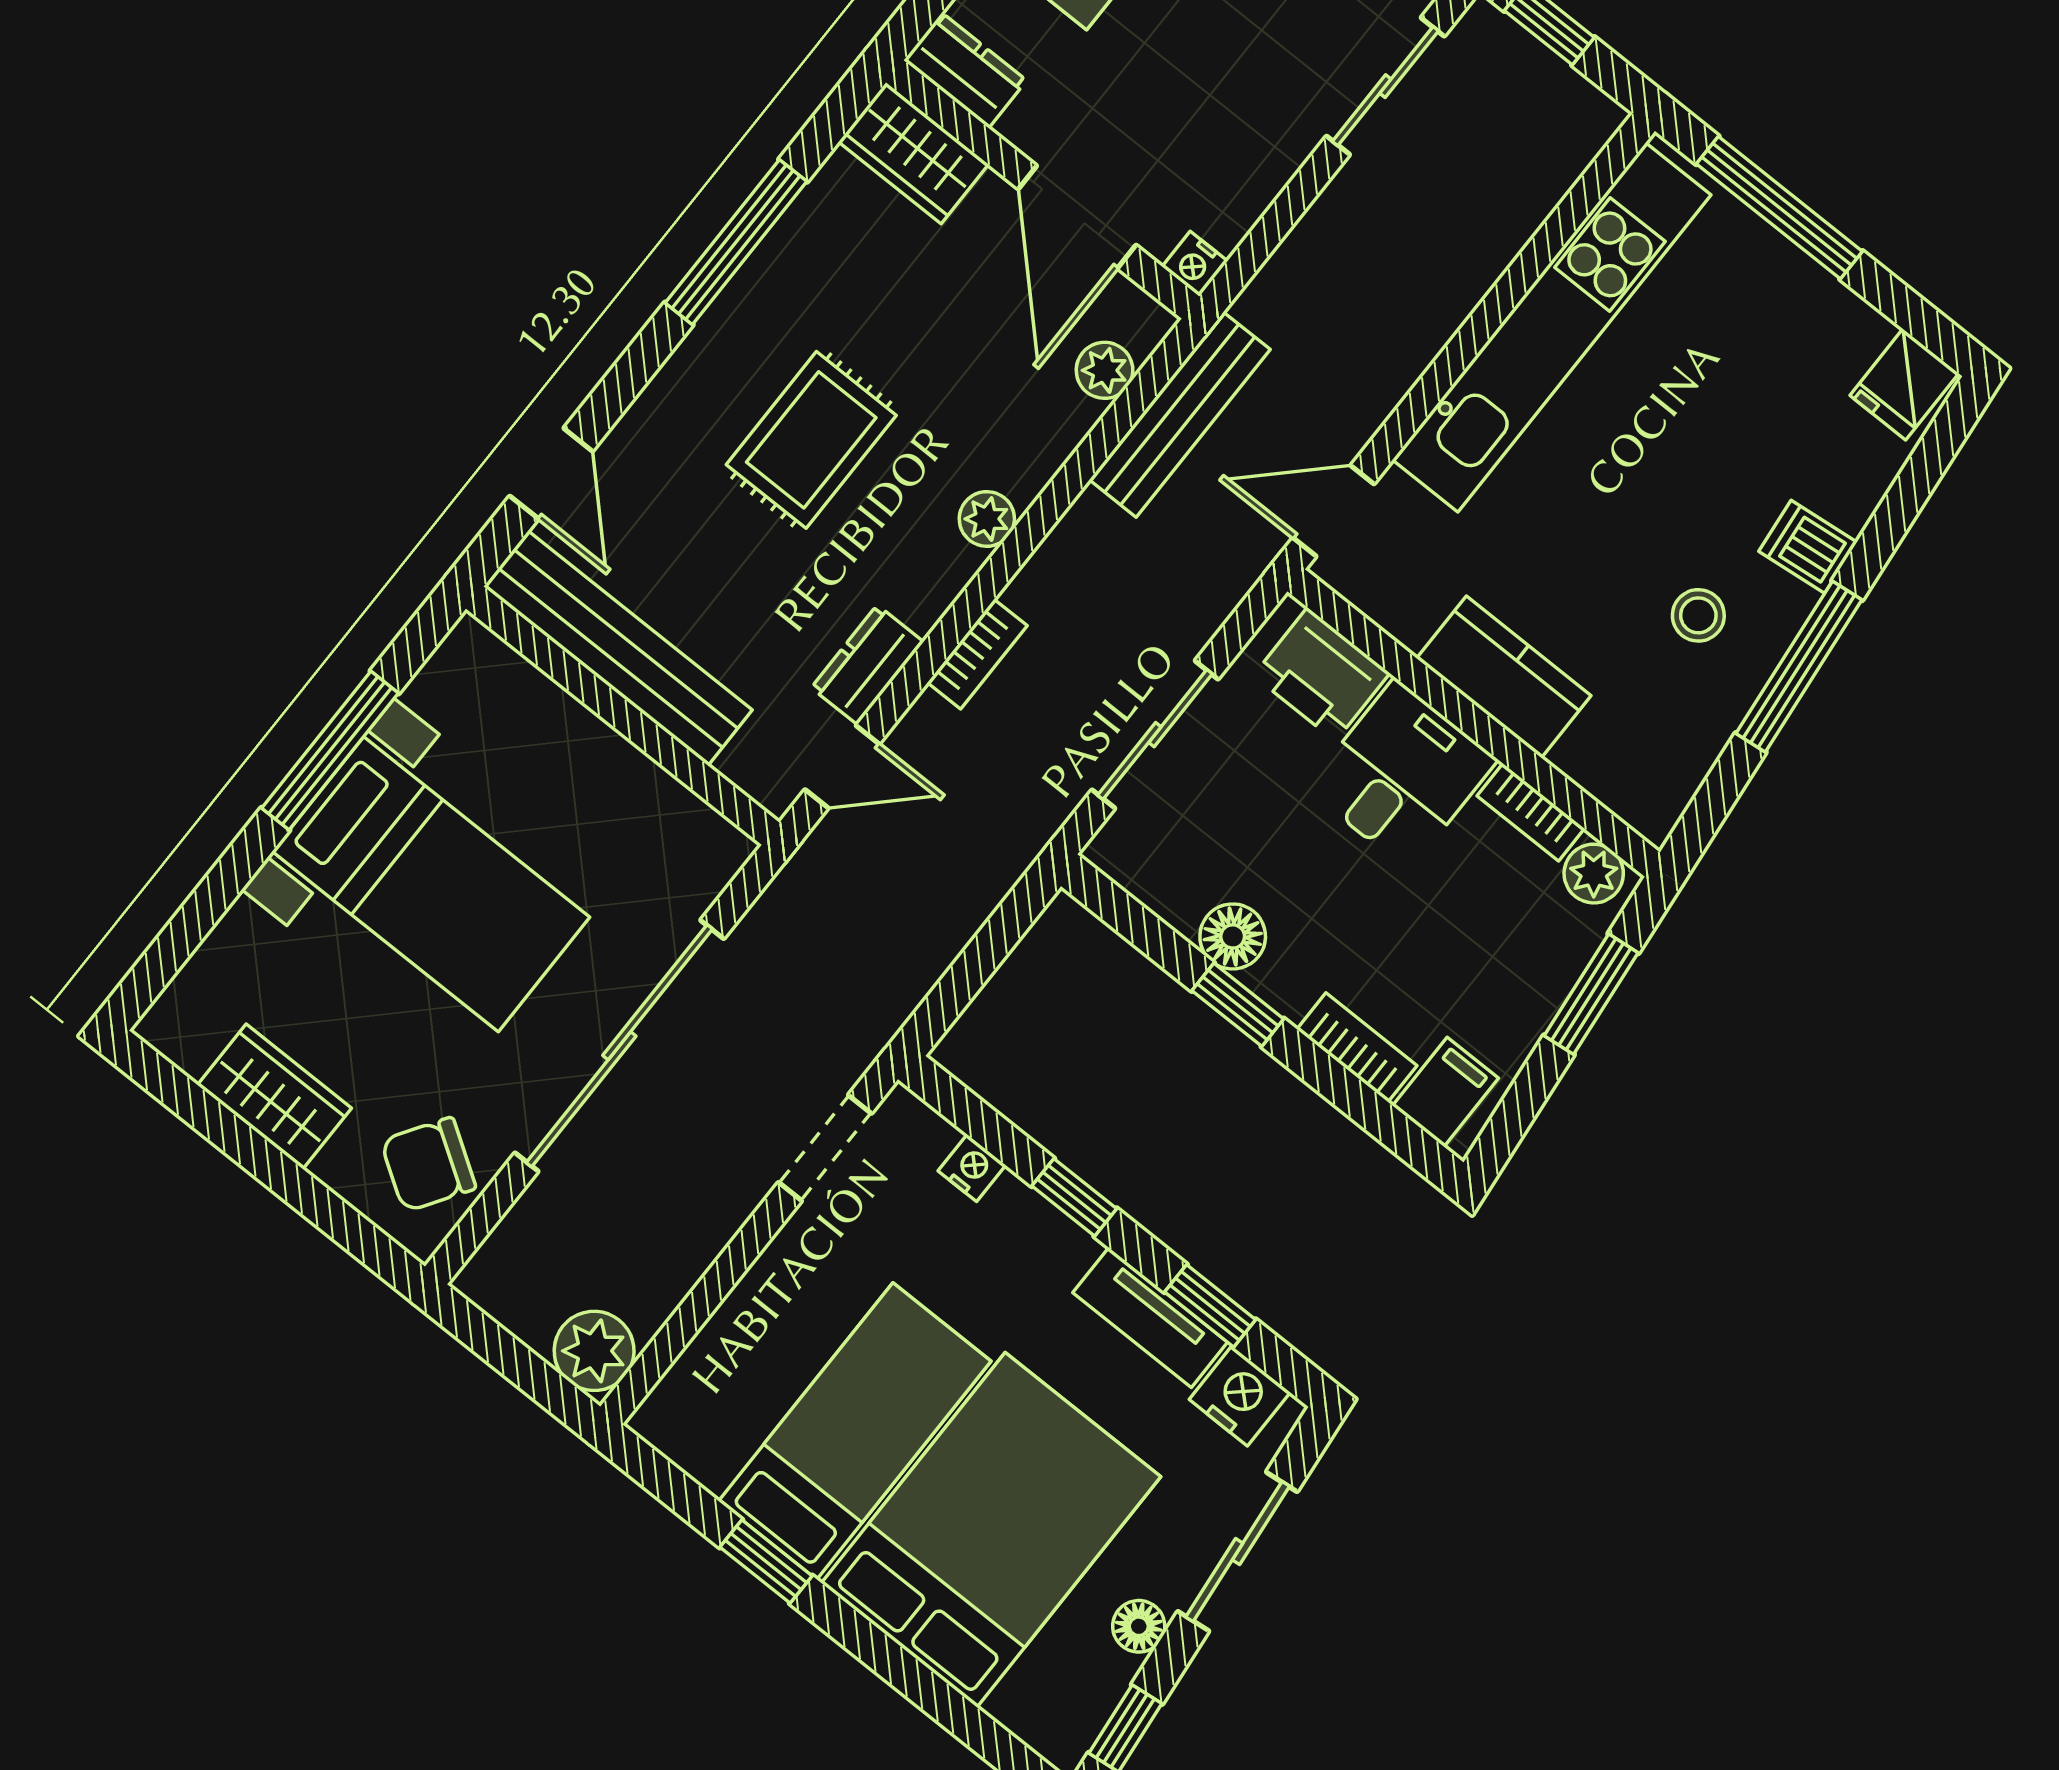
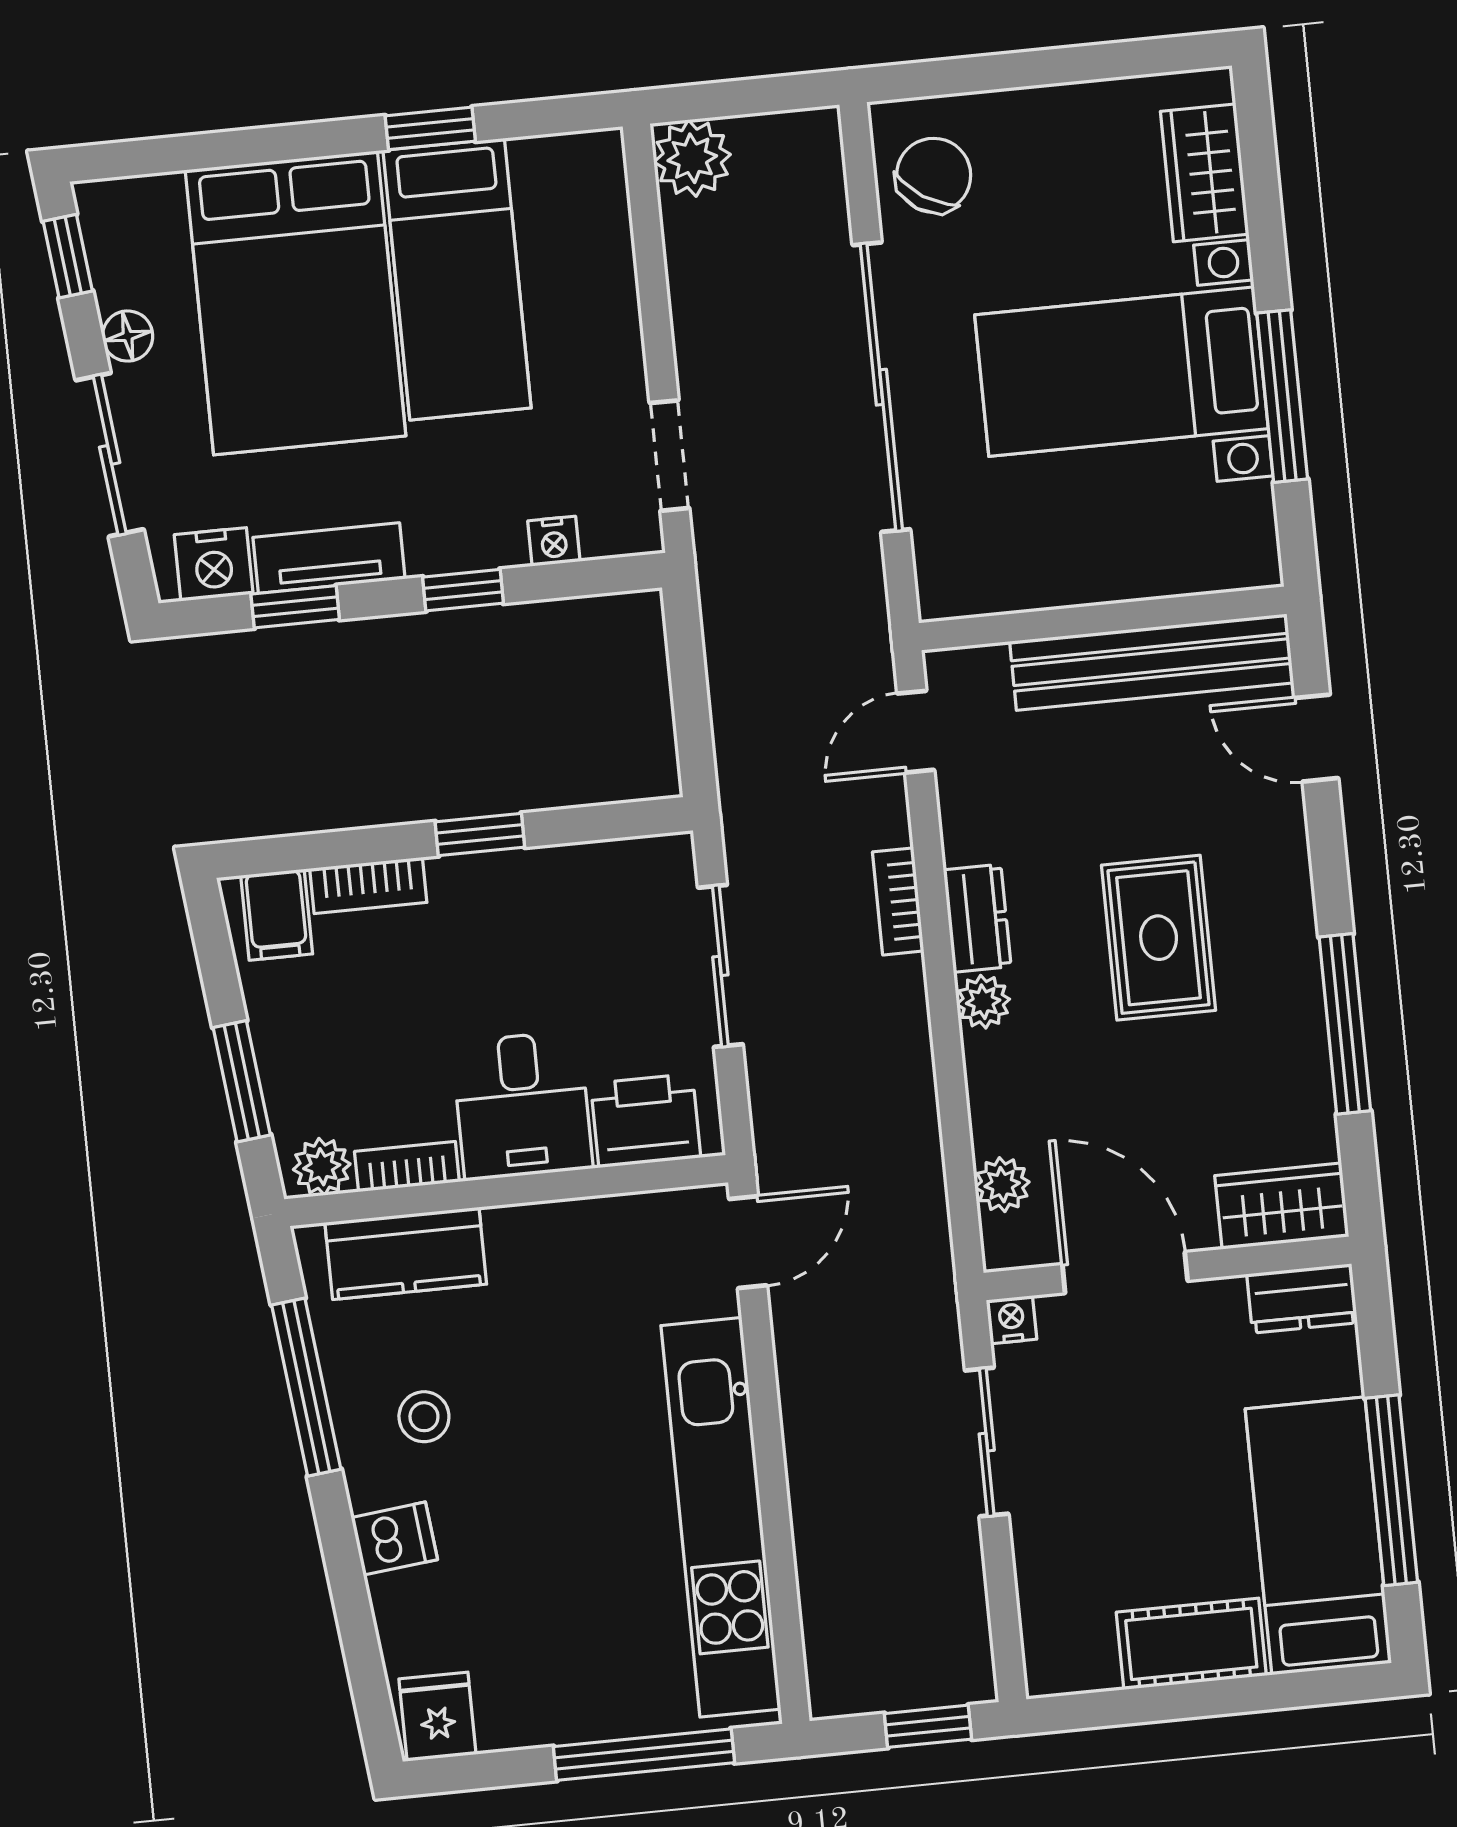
sliding door: (1385, 86) -> (987, 1442), moved
bench: (1180, 415) -> (920, 1205), removed
dresser: (867, 665) -> (977, 918), moved
window: (1799, 667) -> (306, 1387), moved
kitchen counter: (1504, 677) -> (406, 1253), moved
floor lamp: (1233, 936) -> (530, 878), removed
wardrobe: (274, 1097) -> (1205, 173), moved, turned 90

